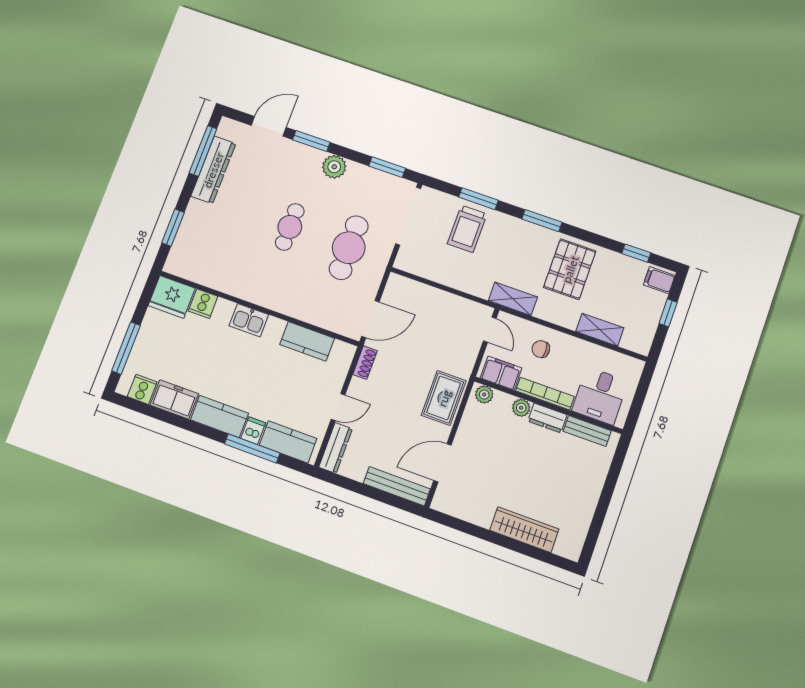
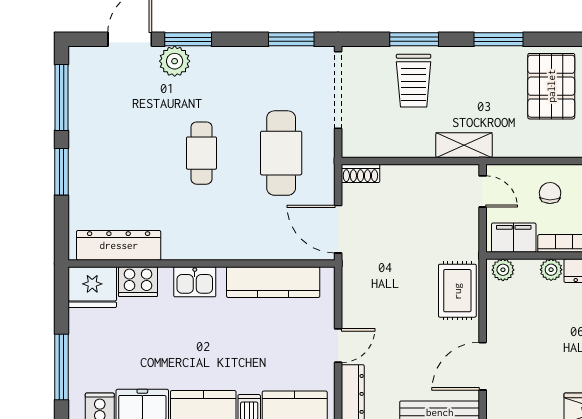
plant: (334, 167) -> (175, 61), moved
dresser: (213, 170) -> (119, 245), moved, turned -90
window: (173, 228) -> (61, 172), moved
shelving: (513, 299) -> (464, 145), moved
cooker: (203, 304) -> (138, 282), width x1.36
door: (370, 319) -> (338, 229), swing flipped
kitchen counter: (307, 341) -> (273, 282), width x1.50
chair: (541, 349) -> (550, 193), turned 91
shoe rack: (365, 363) -> (360, 173), moved, turned 90

